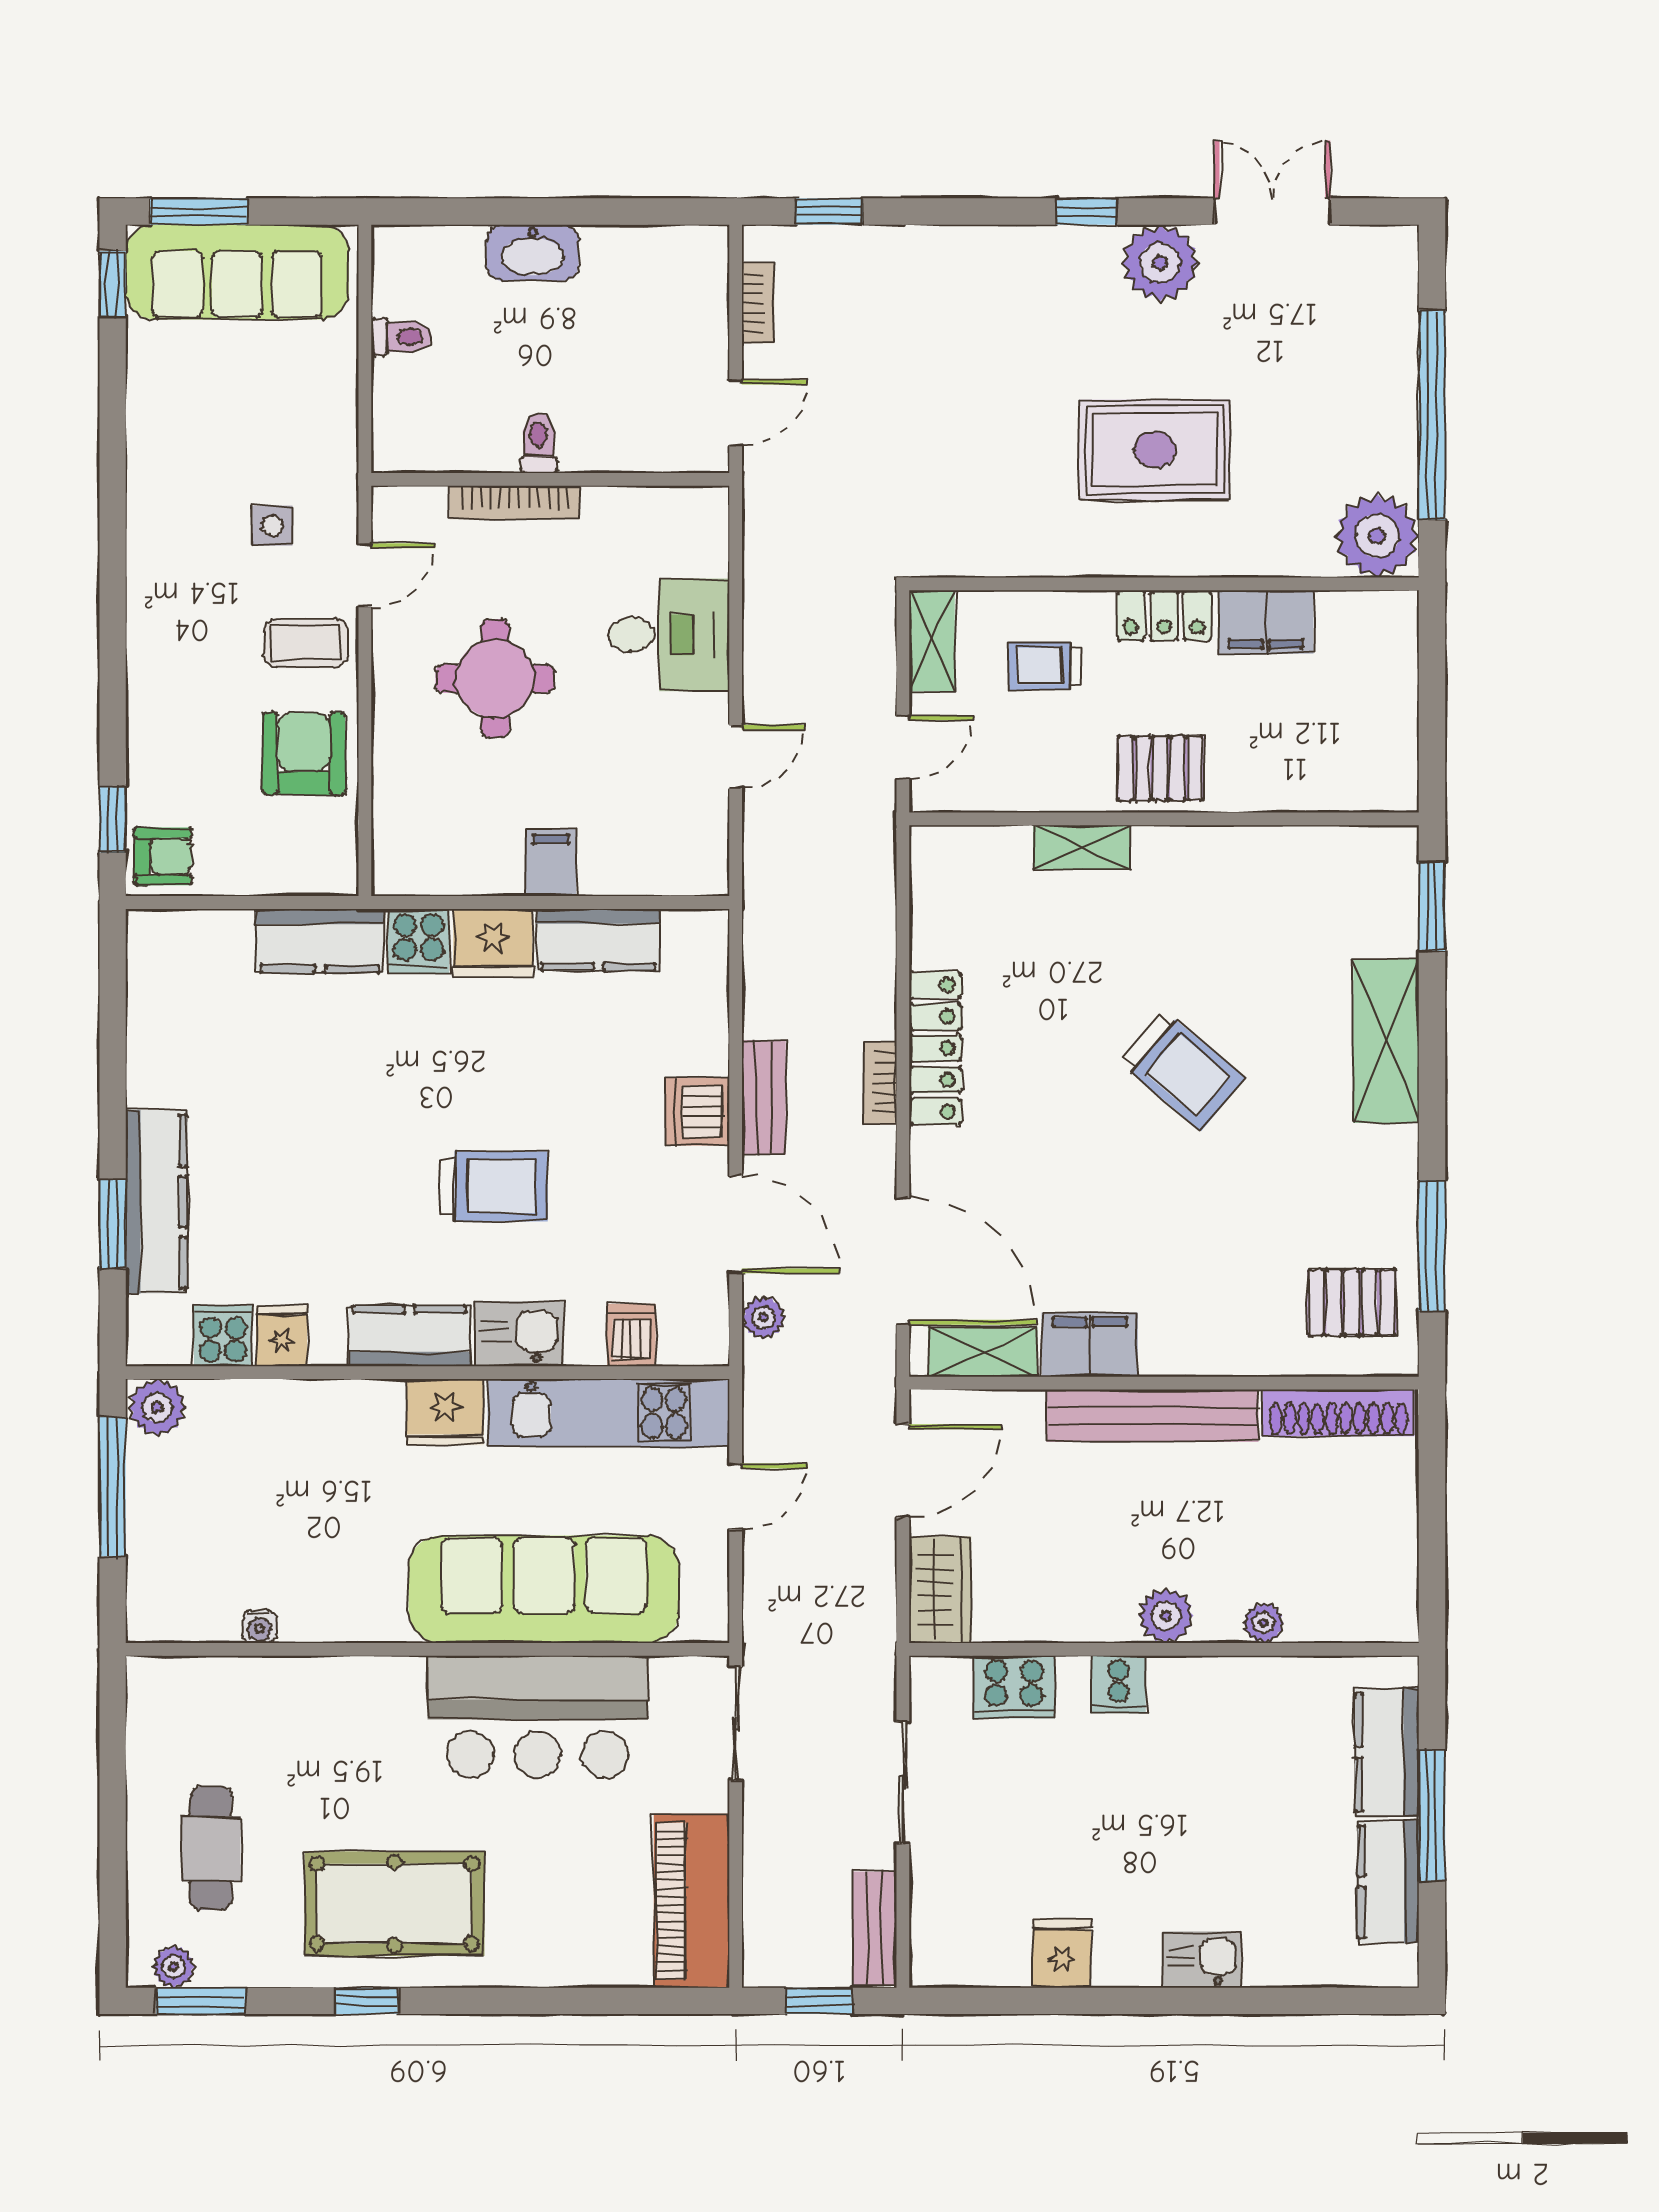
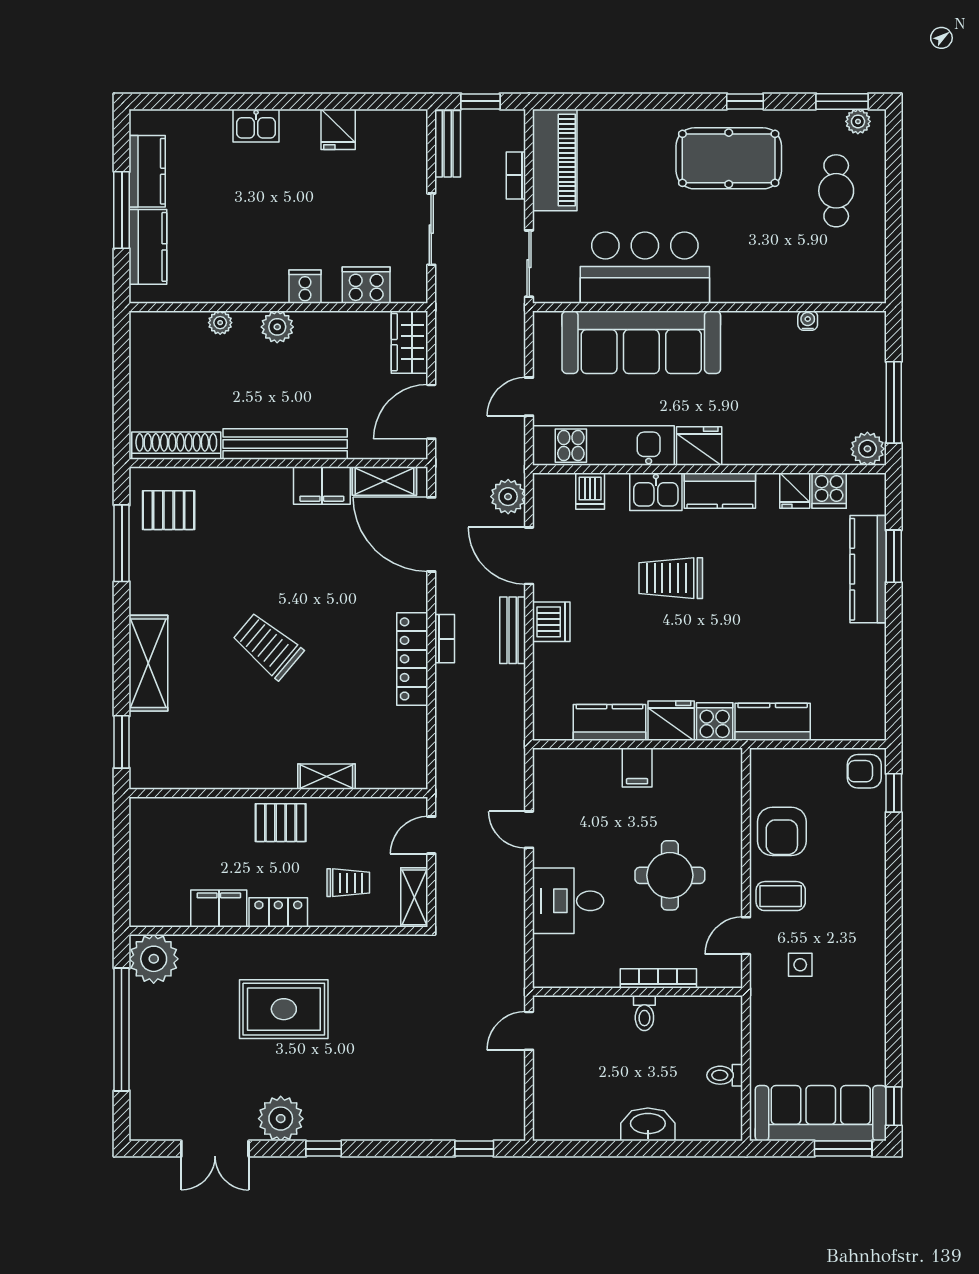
bookcase: (758, 303) -> (516, 175), moved
door: (736, 756) -> (529, 830), hinge flipped
plant: (764, 1318) -> (508, 497), width x1.38, depth x1.38

